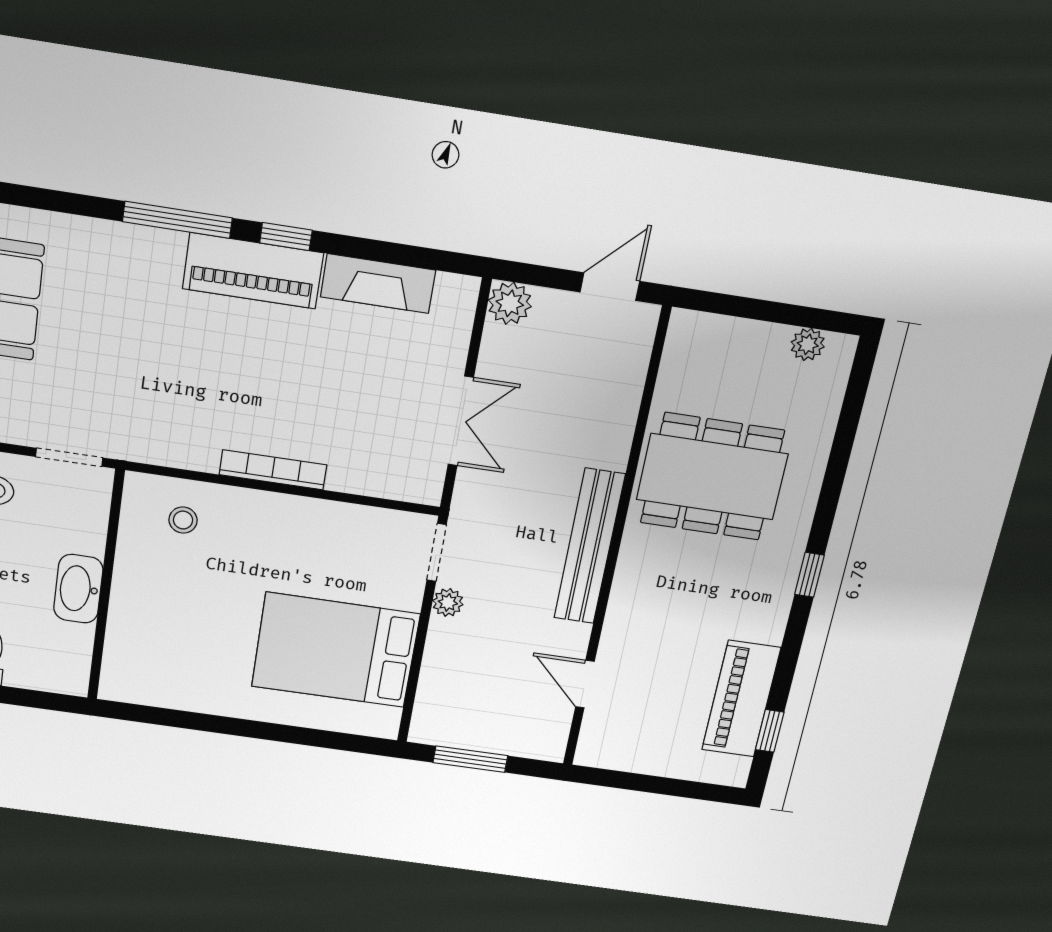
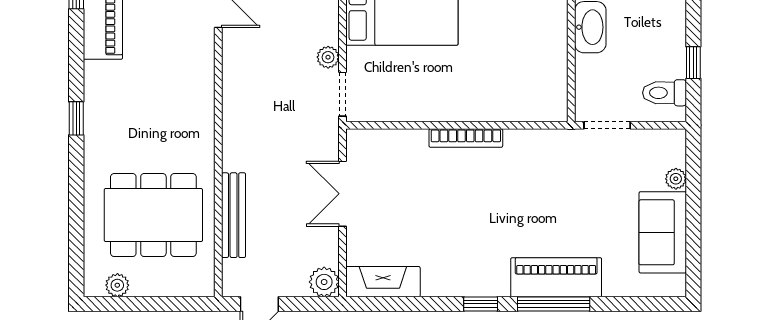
piano: (253, 271) -> (556, 277), moved
fireplace: (378, 283) -> (383, 282), moved
dining table: (712, 477) -> (153, 215), moved
stool: (183, 520) -> (523, 91), removed
bench: (589, 547) -> (234, 215), moved, width x0.73, depth x0.82

